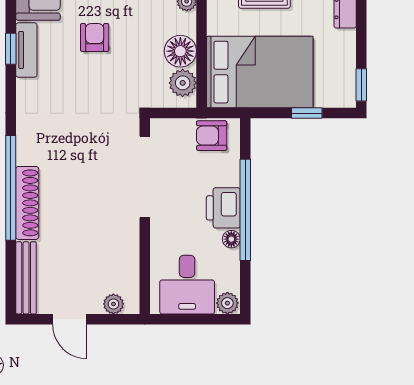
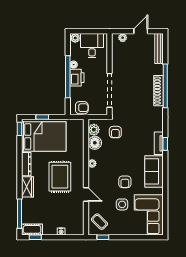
armchair: (95, 38) -> (115, 132), moved
bed: (260, 72) -> (44, 137), moved, turned 180
shoe rack: (27, 203) -> (158, 91), moved
door: (70, 319) -> (141, 31), hinge flipped

